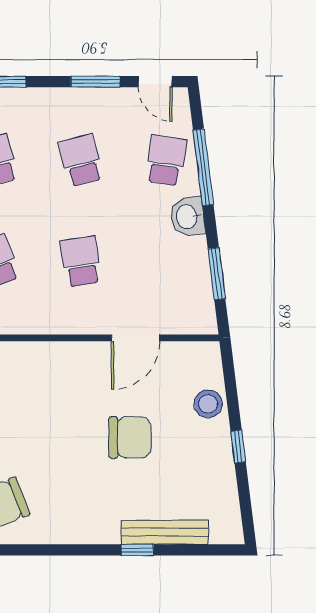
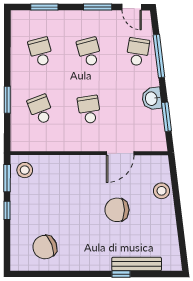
washbasin: (188, 217) -> (152, 99), moved
chair: (130, 437) -> (117, 210), turned 180
window: (238, 447) -> (179, 215), removed

